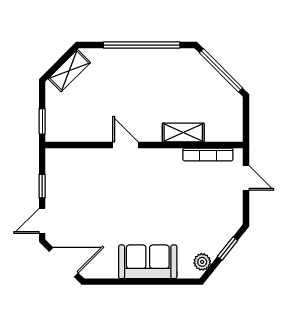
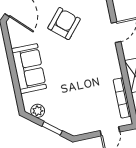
armchair: (101, 207) -> (64, 24), added

